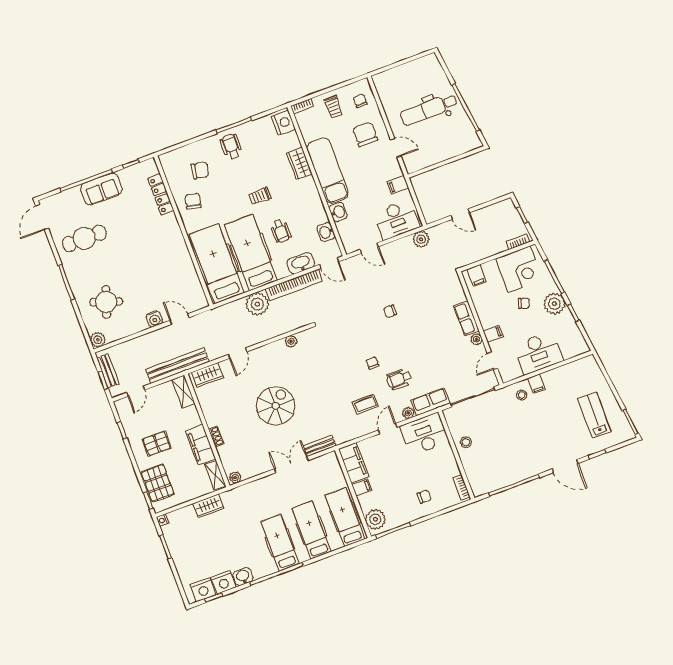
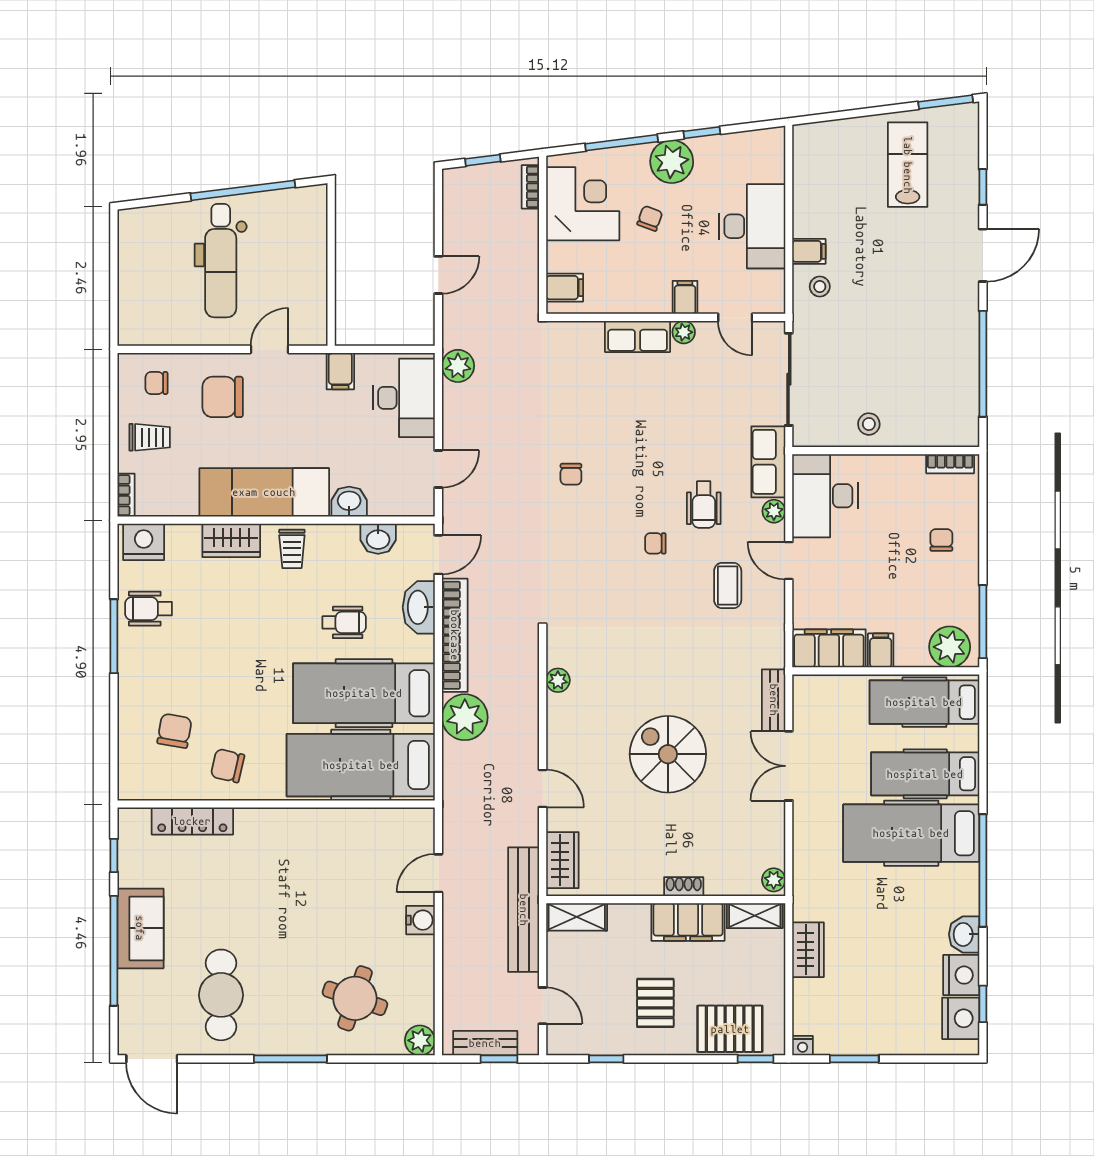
wheelchair: (231, 147) -> (148, 609), moved
trolley: (260, 196) -> (292, 549), moved
lab bench: (594, 415) -> (908, 165), turned 90
hospital bed: (280, 543) -> (911, 833), width x1.37, depth x1.29

